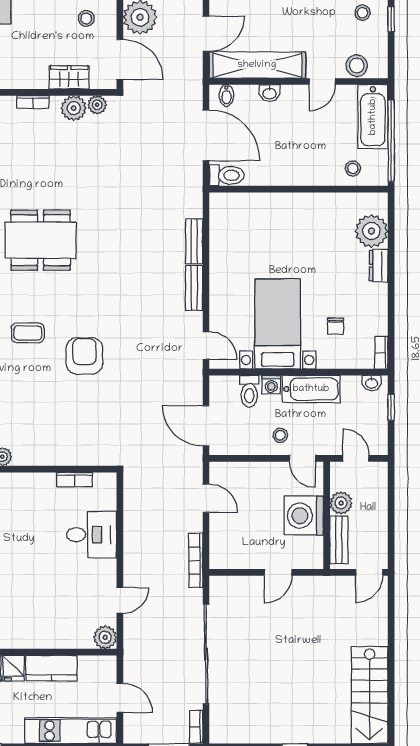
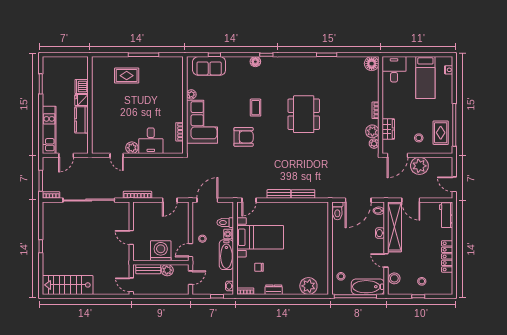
dresser: (379, 266) -> (274, 290), moved
corner sofa: (55, 436) -> (202, 122), added
plant: (105, 637) -> (132, 148), moved

